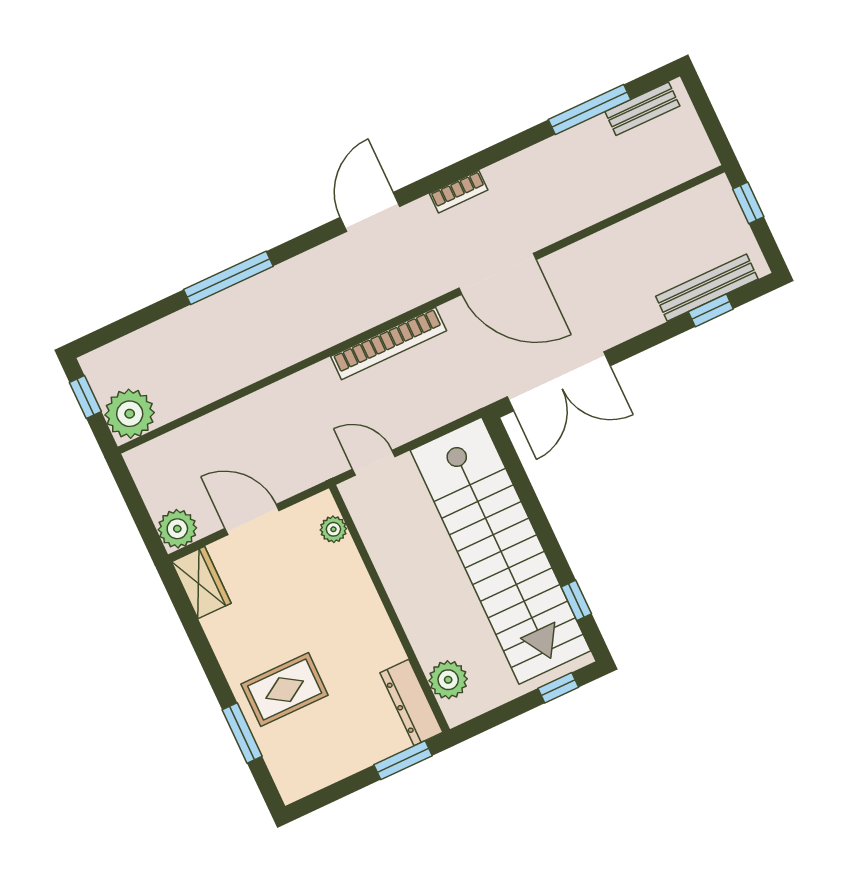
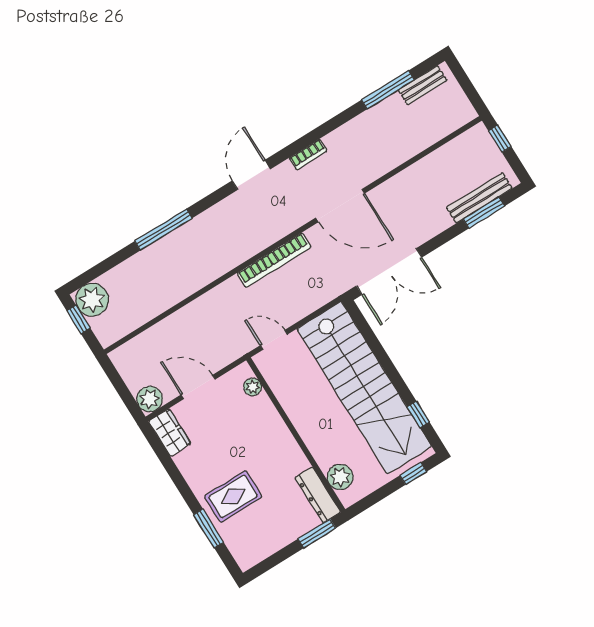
window: (711, 310) -> (484, 213), width x1.50
plant: (130, 414) -> (92, 300), moved

